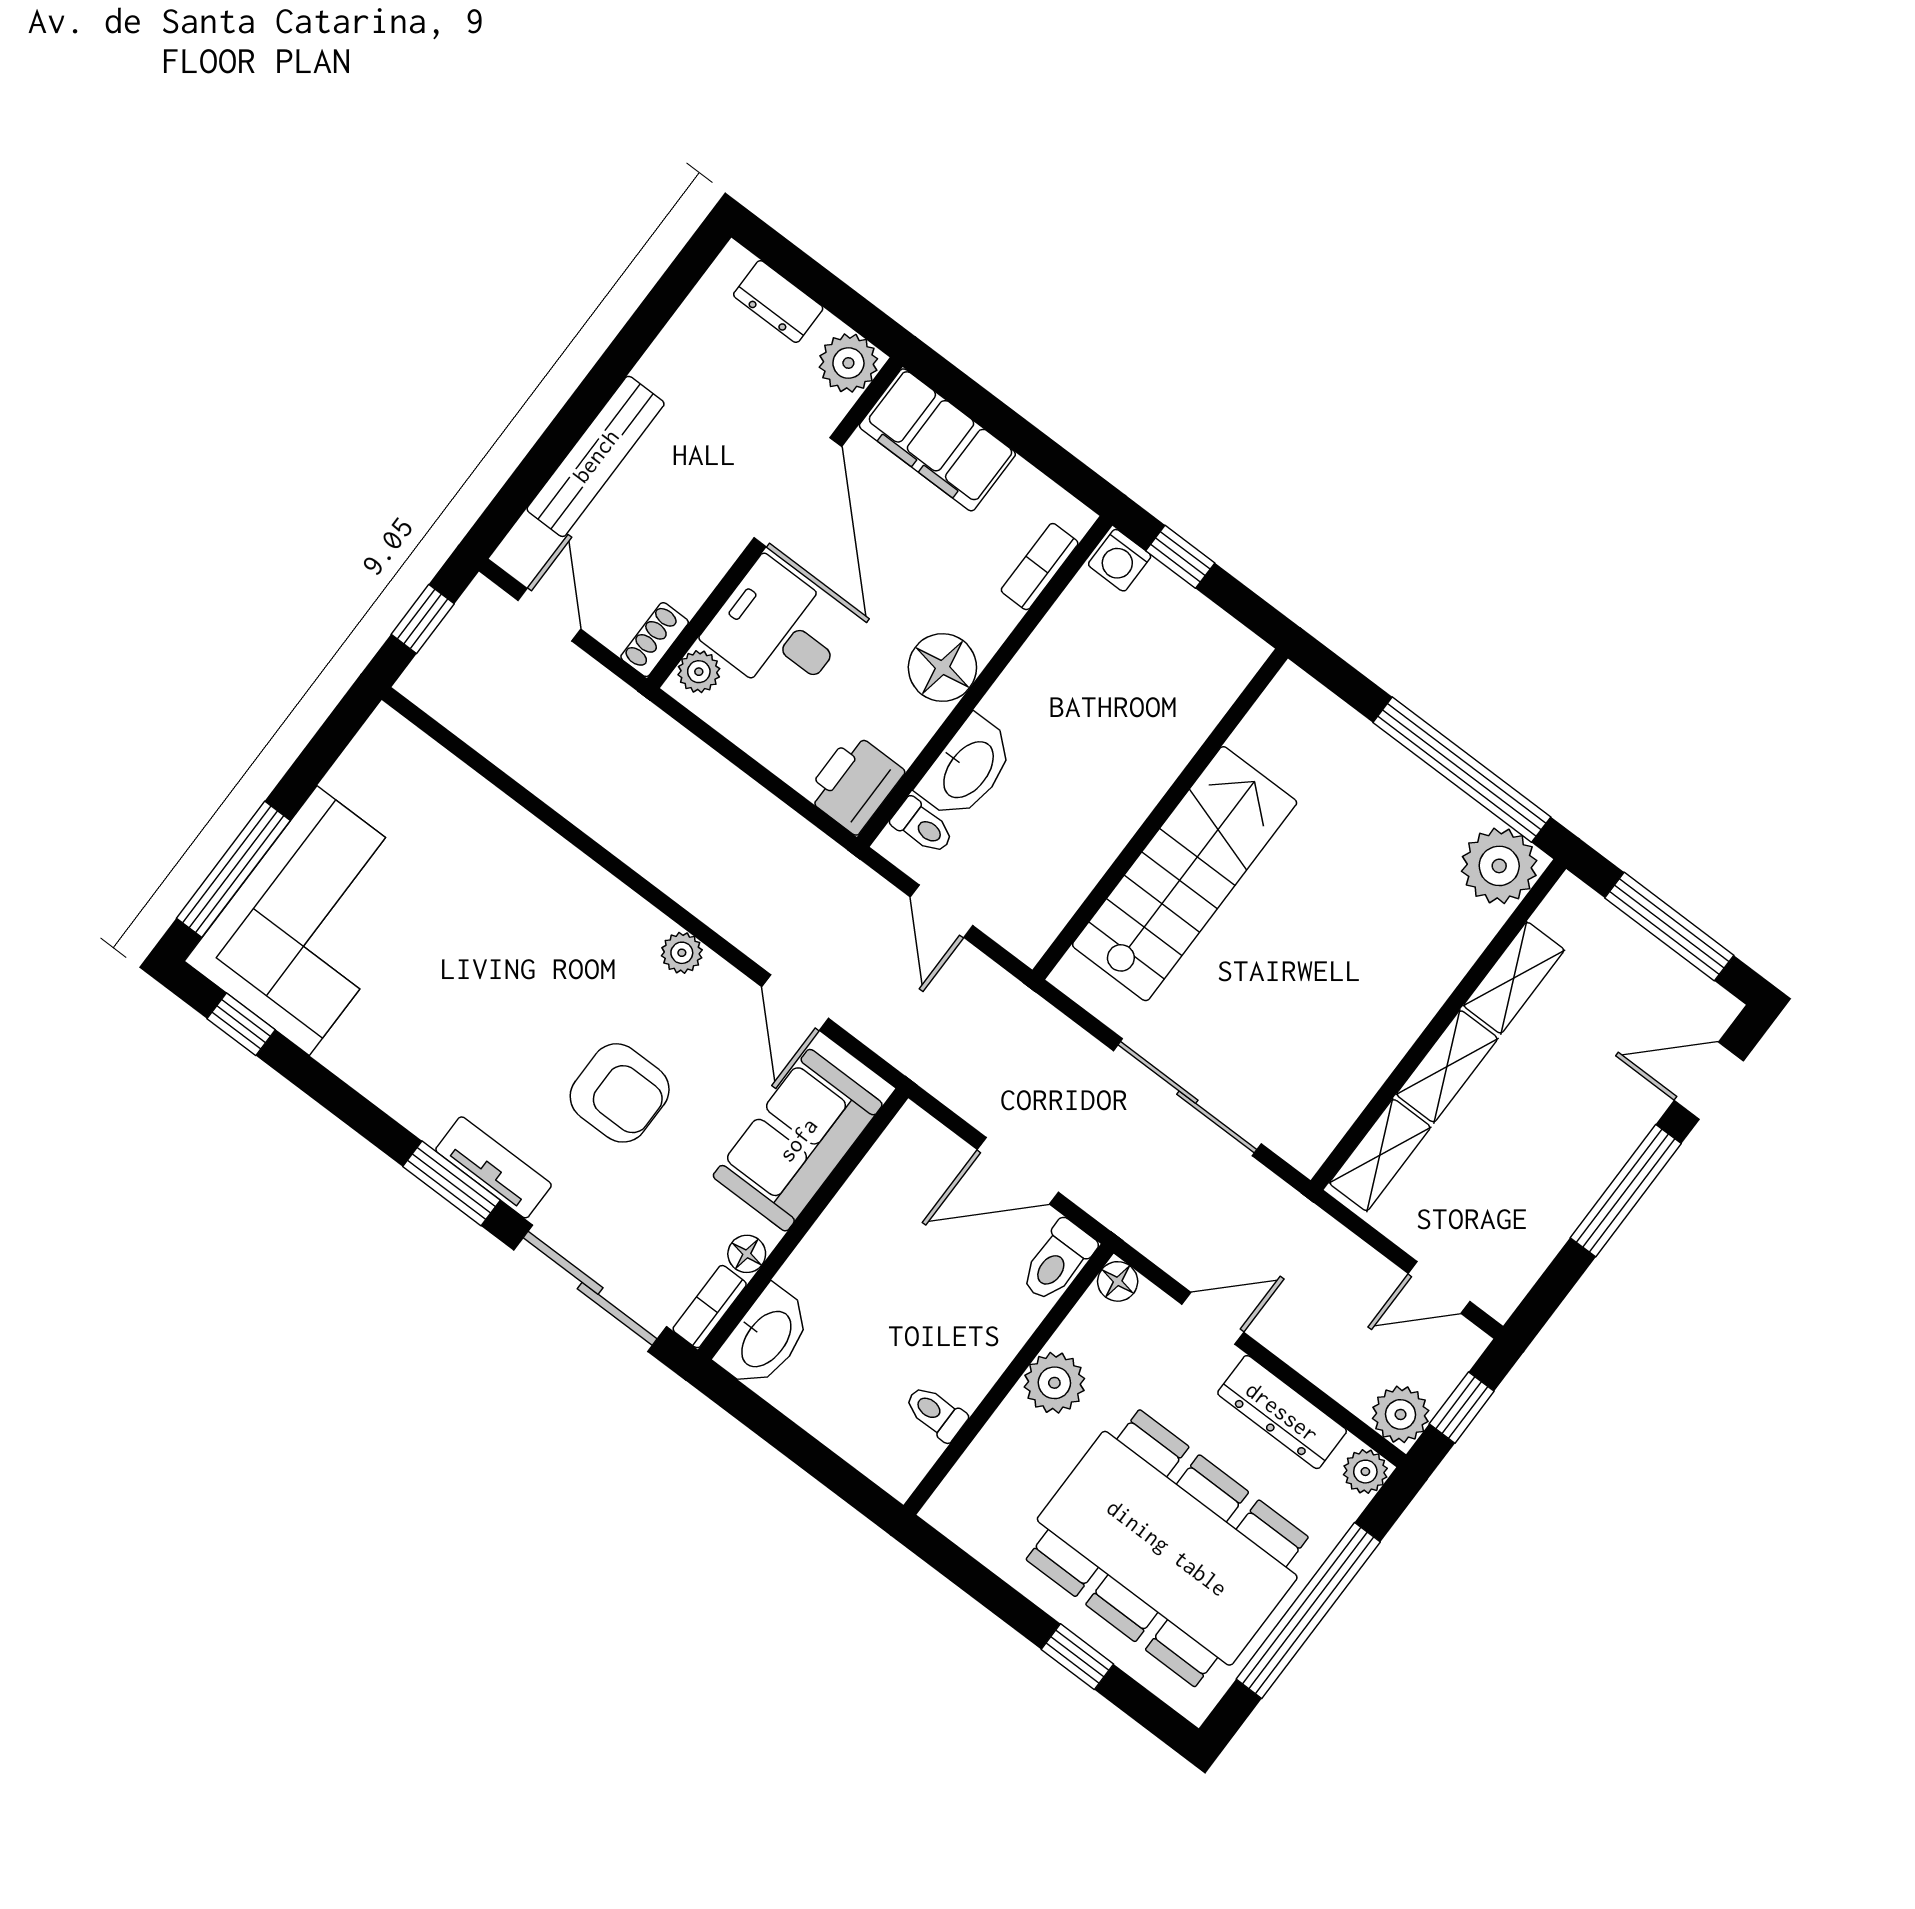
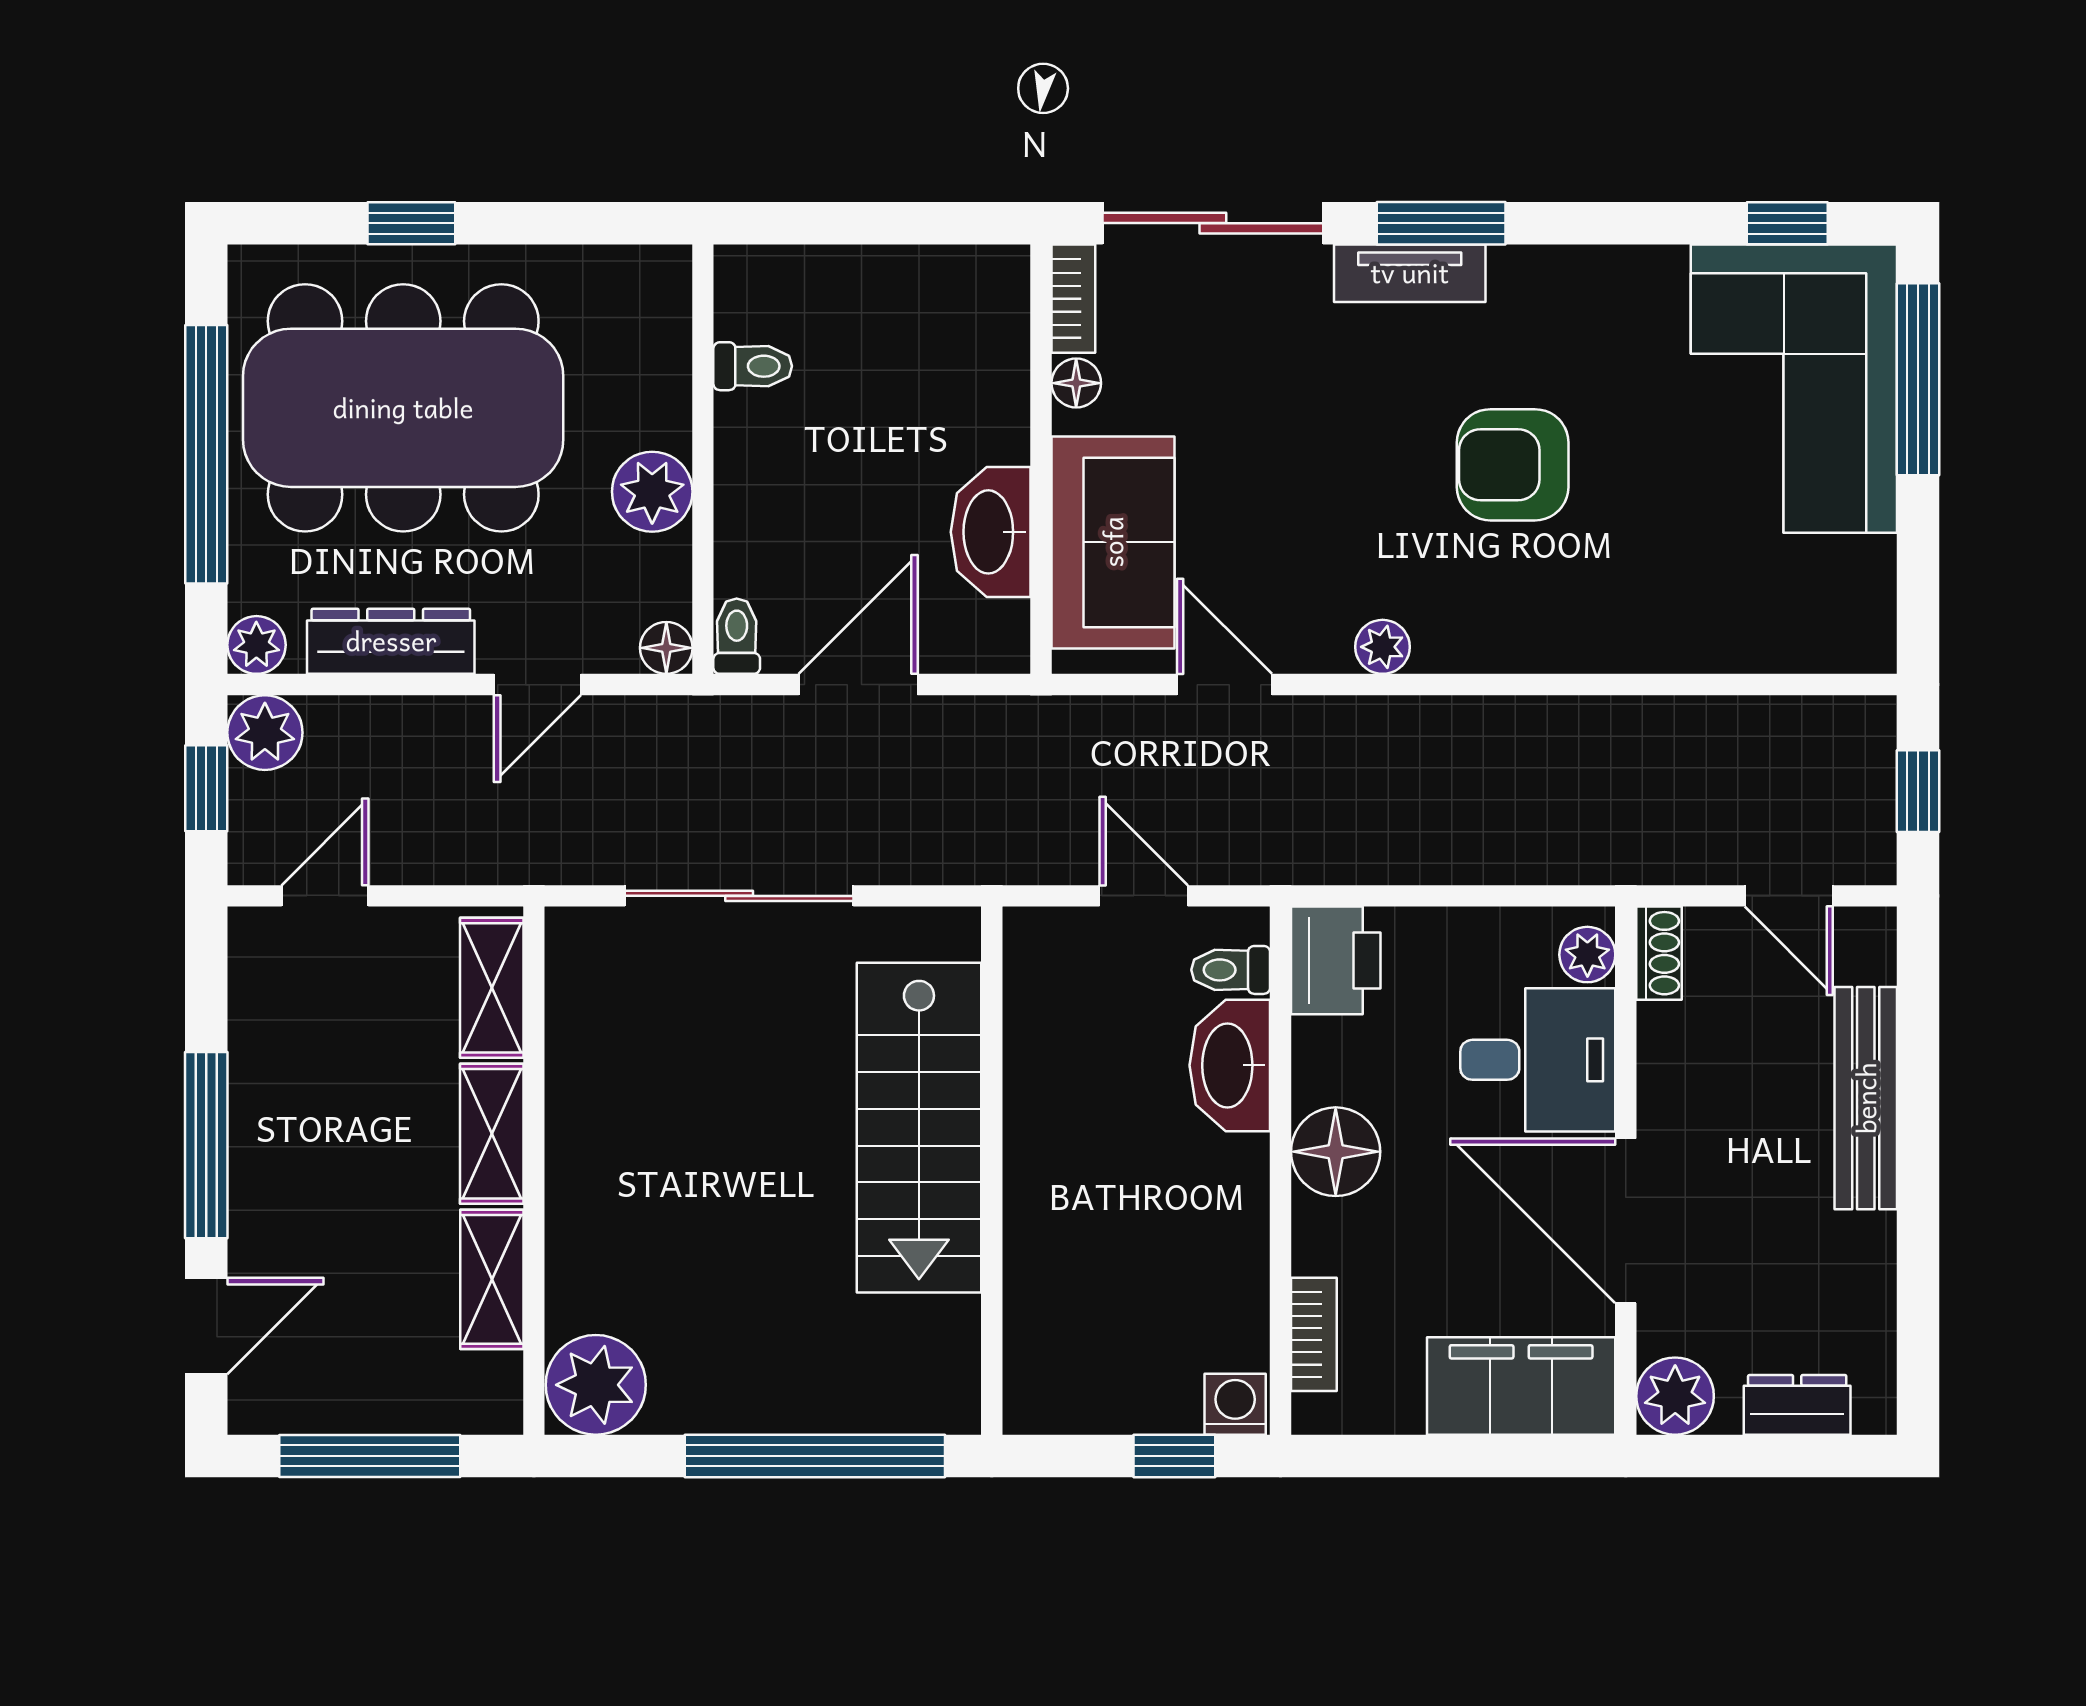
window: (1462, 770) -> (815, 1456), moved
armchair: (620, 1093) -> (1513, 465), moved
toilet: (1058, 1261) -> (737, 636), width x0.73, depth x0.72
washbasin: (765, 1338) -> (991, 532), moved

